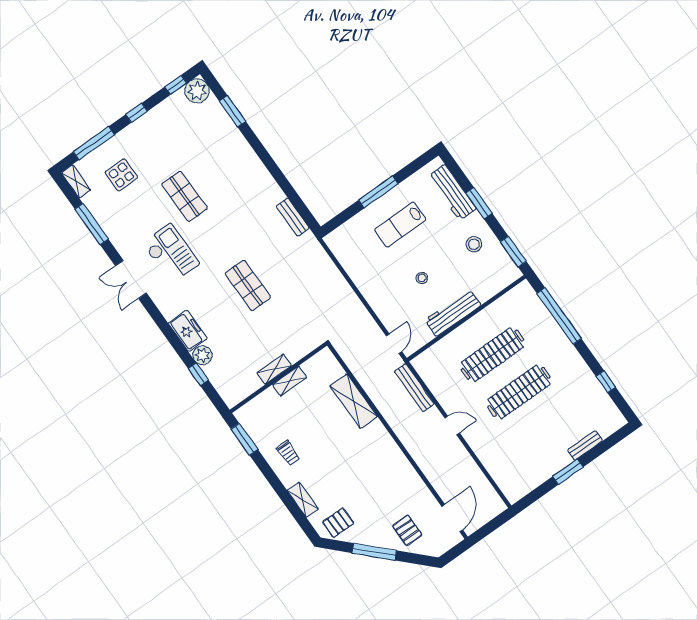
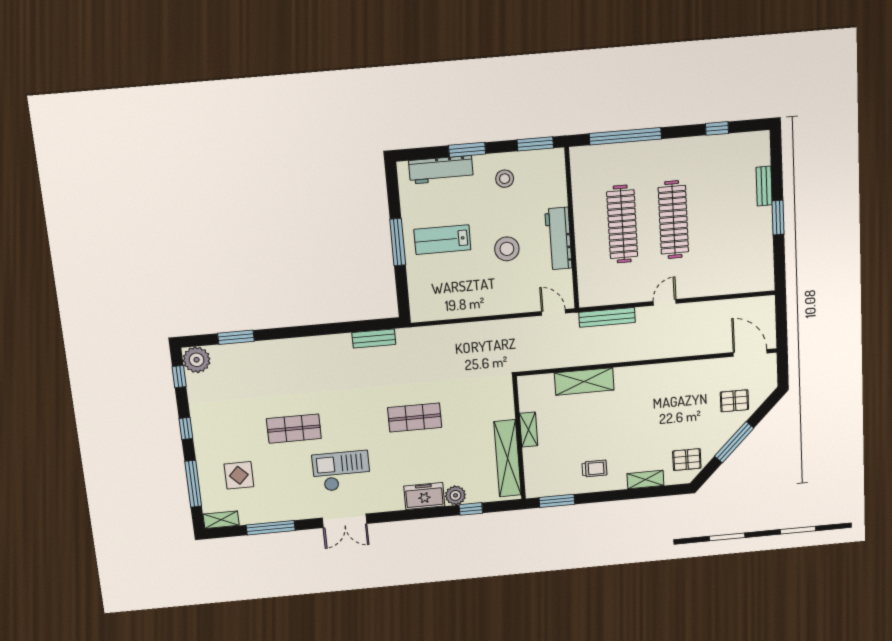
lab bench: (400, 225) -> (442, 240), turned 90
stool: (422, 278) -> (507, 249), width x1.89, depth x1.89
shelving: (274, 369) -> (508, 458), width x2.20, depth x1.33
pallet: (338, 523) -> (687, 460), turned 90

